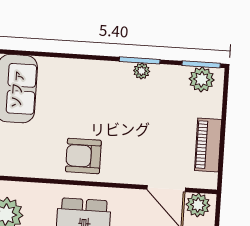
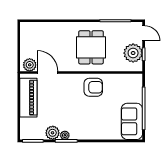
plant: (202, 79) -> (53, 133), moved
piano: (208, 145) -> (28, 98), width x1.37, depth x1.33

